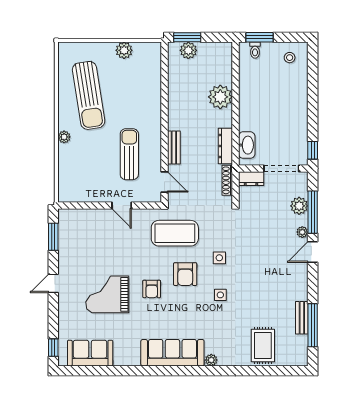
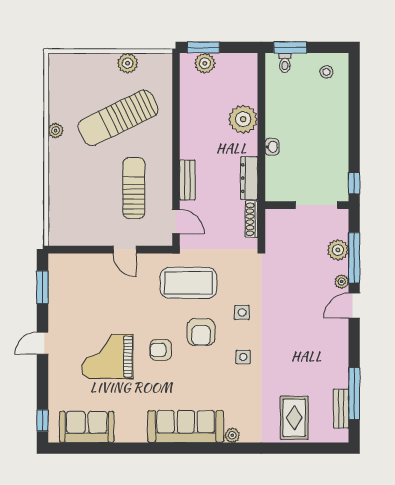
sun lounger: (89, 95) -> (118, 118), moved, turned 73
plant: (64, 137) -> (56, 131), moved
washbasin: (247, 145) -> (272, 147), moved, width x0.52, depth x0.69
dresser: (251, 179) -> (280, 217), removed
armchair: (152, 289) -> (161, 350), turned 90
bench: (302, 318) -> (341, 409), moved

